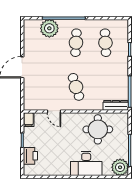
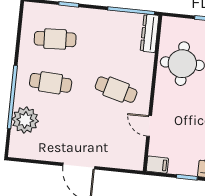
cafe table: (76, 87) -> (116, 90), turned 33
door: (54, 112) -> (149, 126), swing flipped

